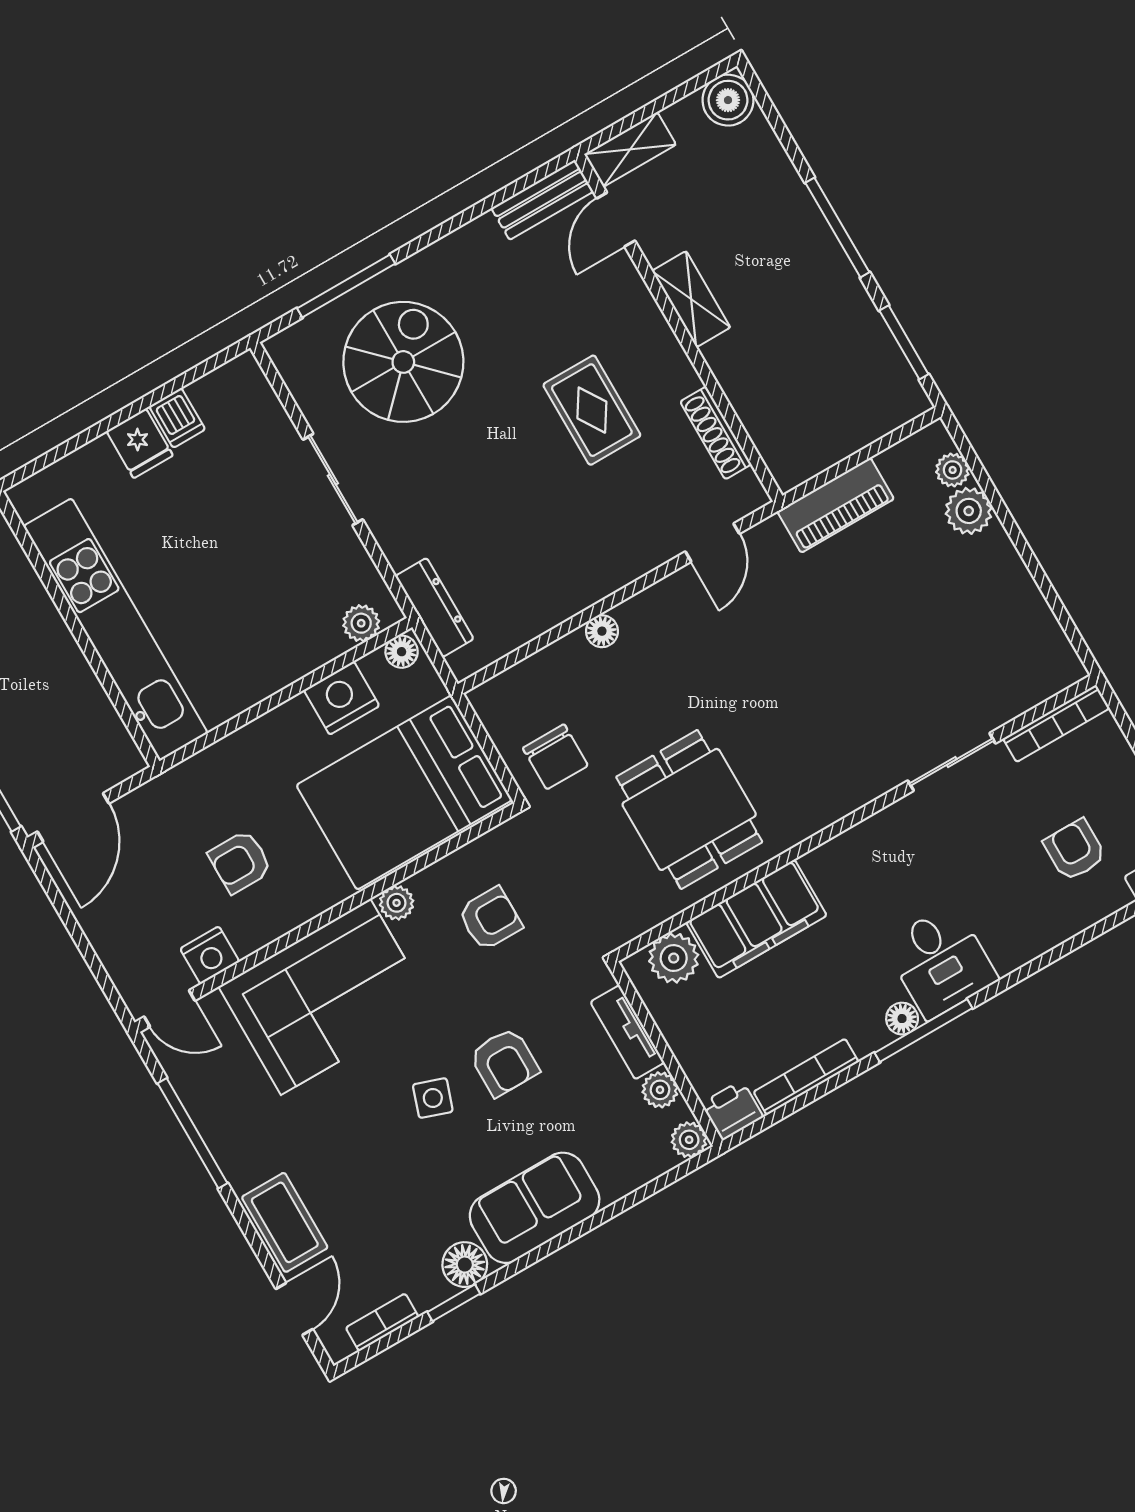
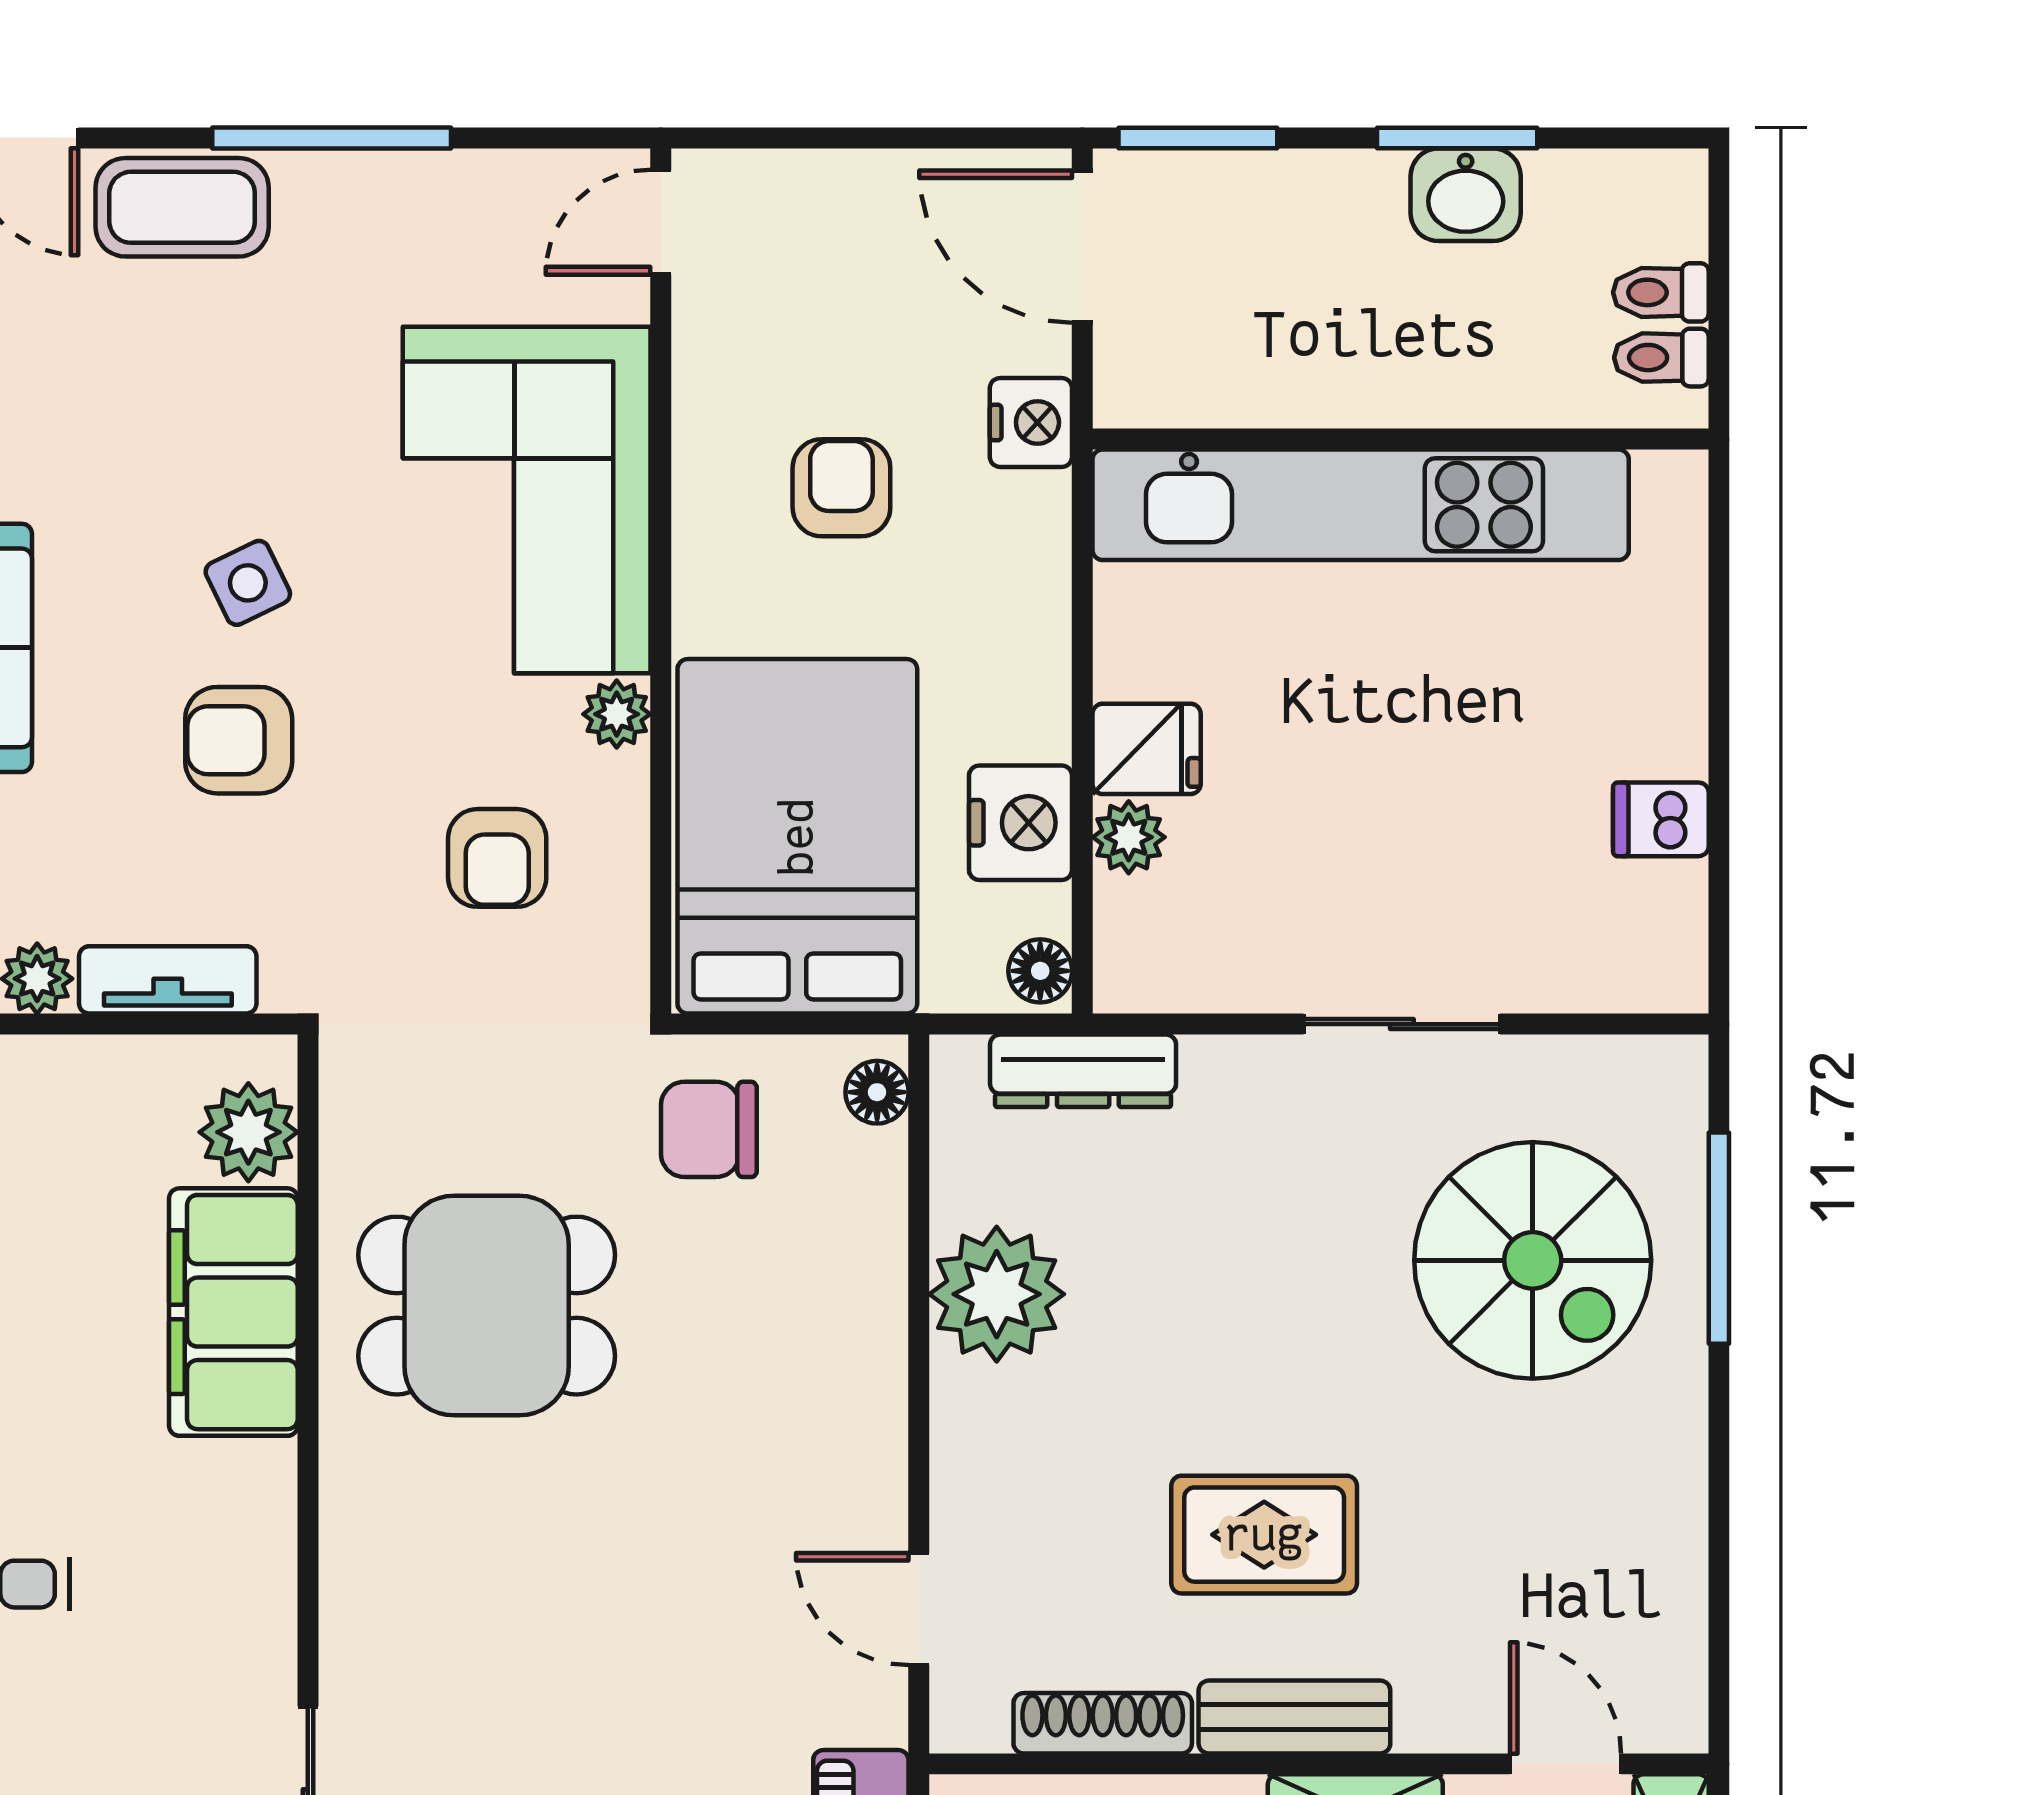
bench: (542, 200) -> (1294, 1717), moved, turned 90
fridge: (140, 443) -> (1147, 749), moved, turned 180
plant: (554, 589) -> (997, 1294), added
plant: (361, 623) -> (1129, 837), moved
floor lamp: (602, 631) -> (877, 1092), moved
nightstand: (210, 955) -> (1031, 422), moved, turned 180
side table: (433, 1098) -> (248, 583), turned 45
window: (192, 1133) -> (332, 138), moved

